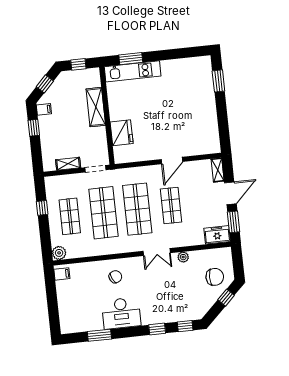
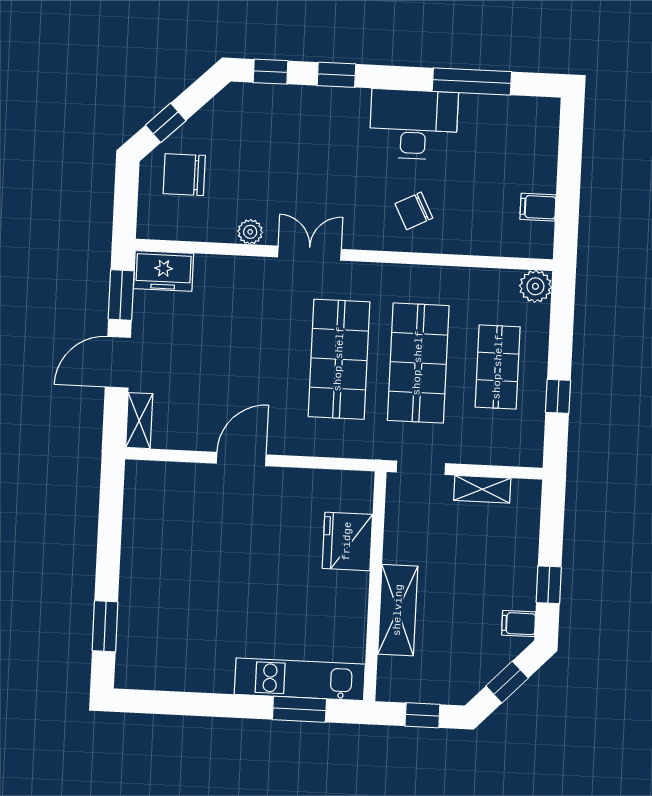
shop shelf: (171, 206) -> (260, 355), removed
filing cabinet: (62, 274) -> (538, 207), moved
window: (99, 335) -> (472, 81), width x1.44

